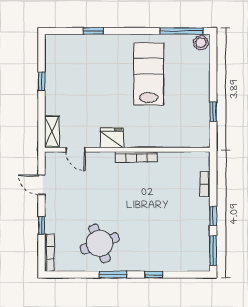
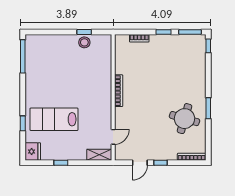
stool: (201, 43) -> (84, 42), moved
lab bench: (149, 74) -> (54, 119), moved
fridge: (112, 138) -> (33, 152), moved, turned 180
window: (42, 225) -> (160, 163), moved
round table: (100, 243) -> (185, 119), turned 37
window: (154, 275) -> (208, 46), moved

